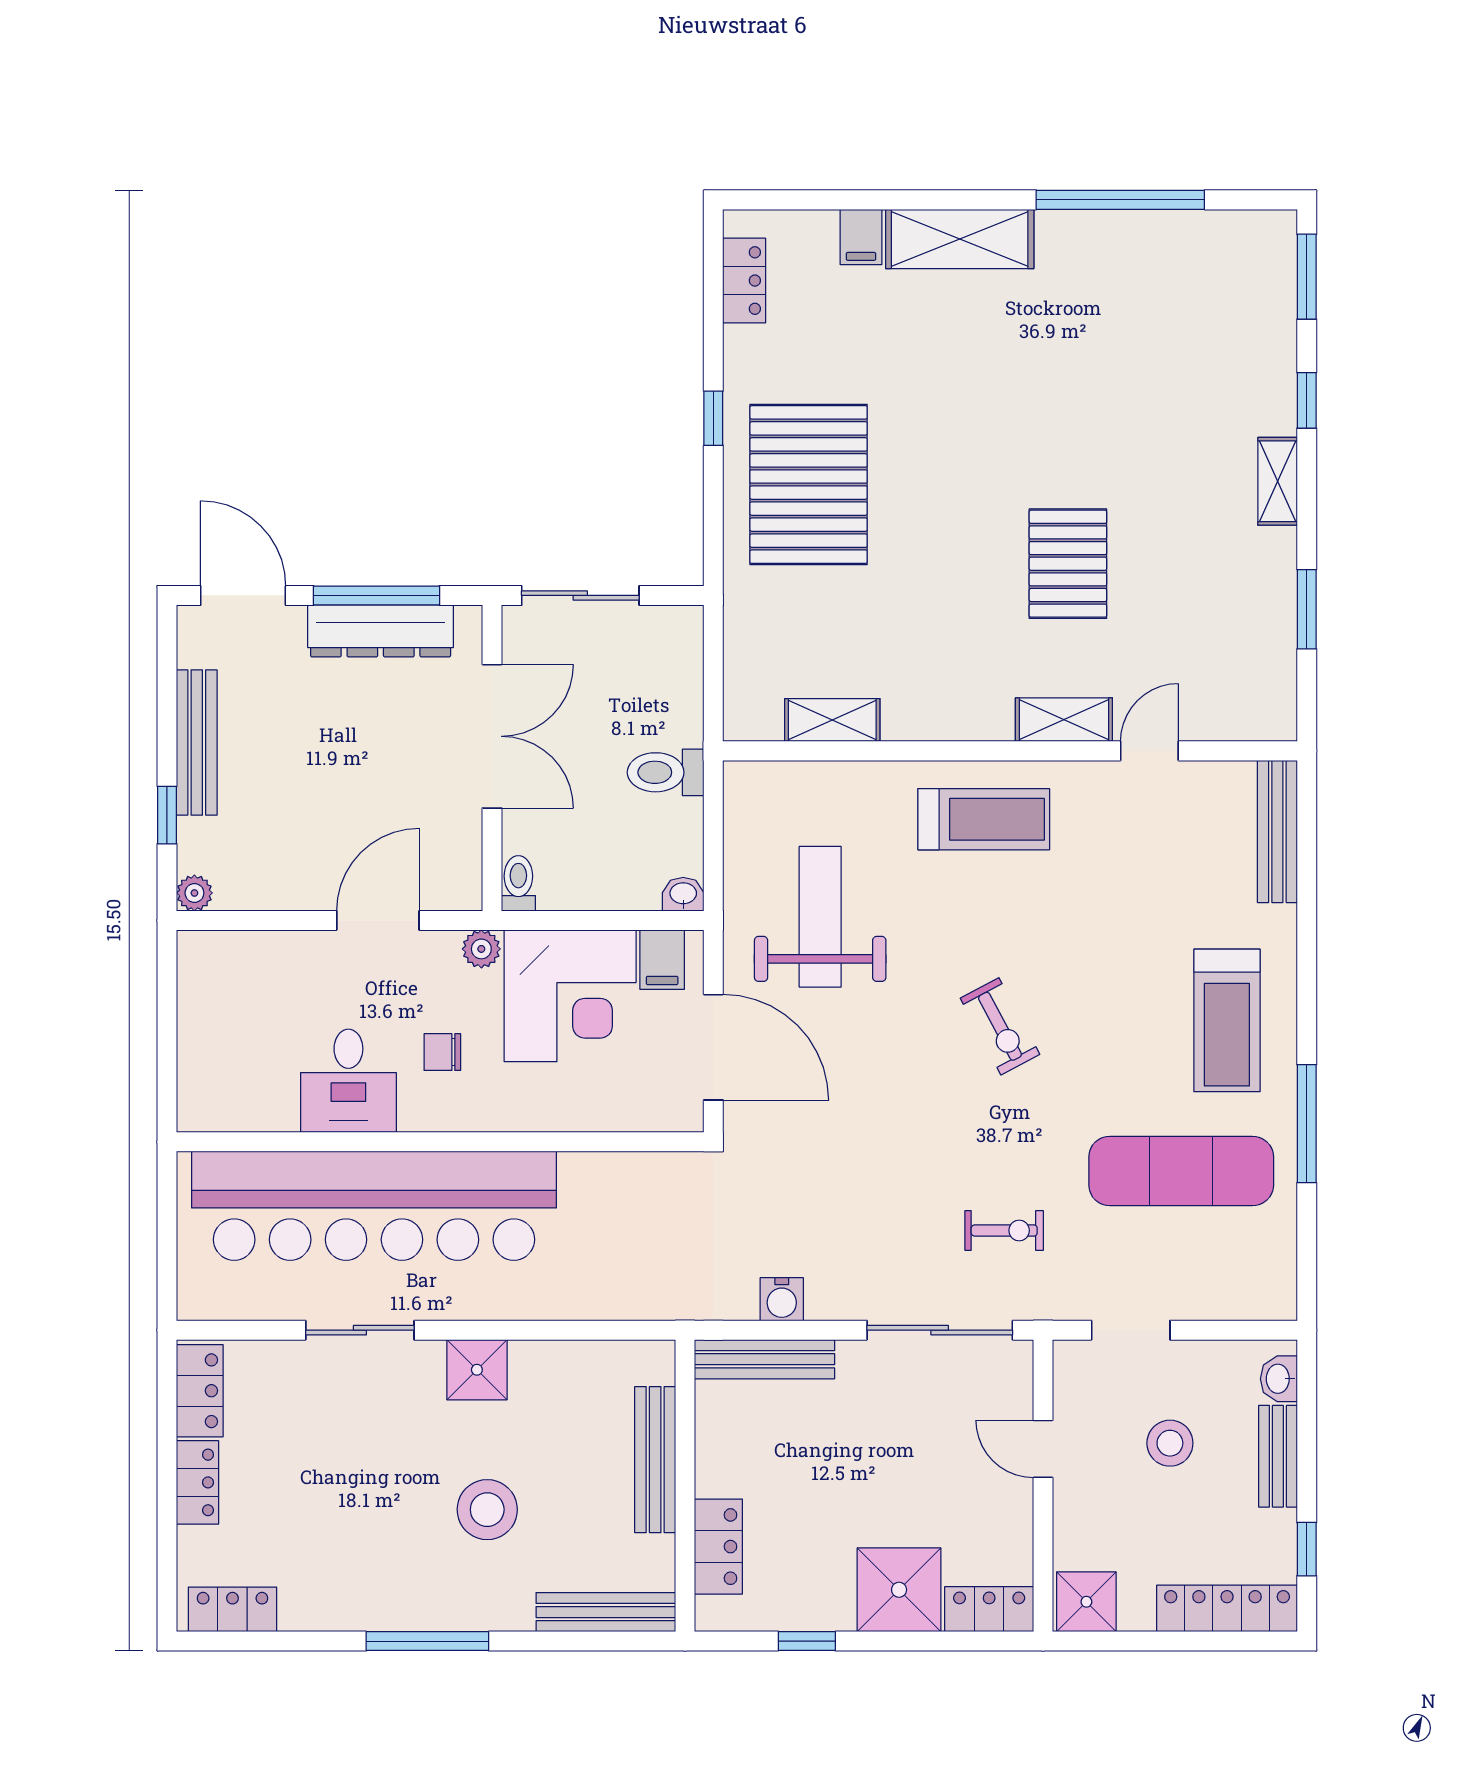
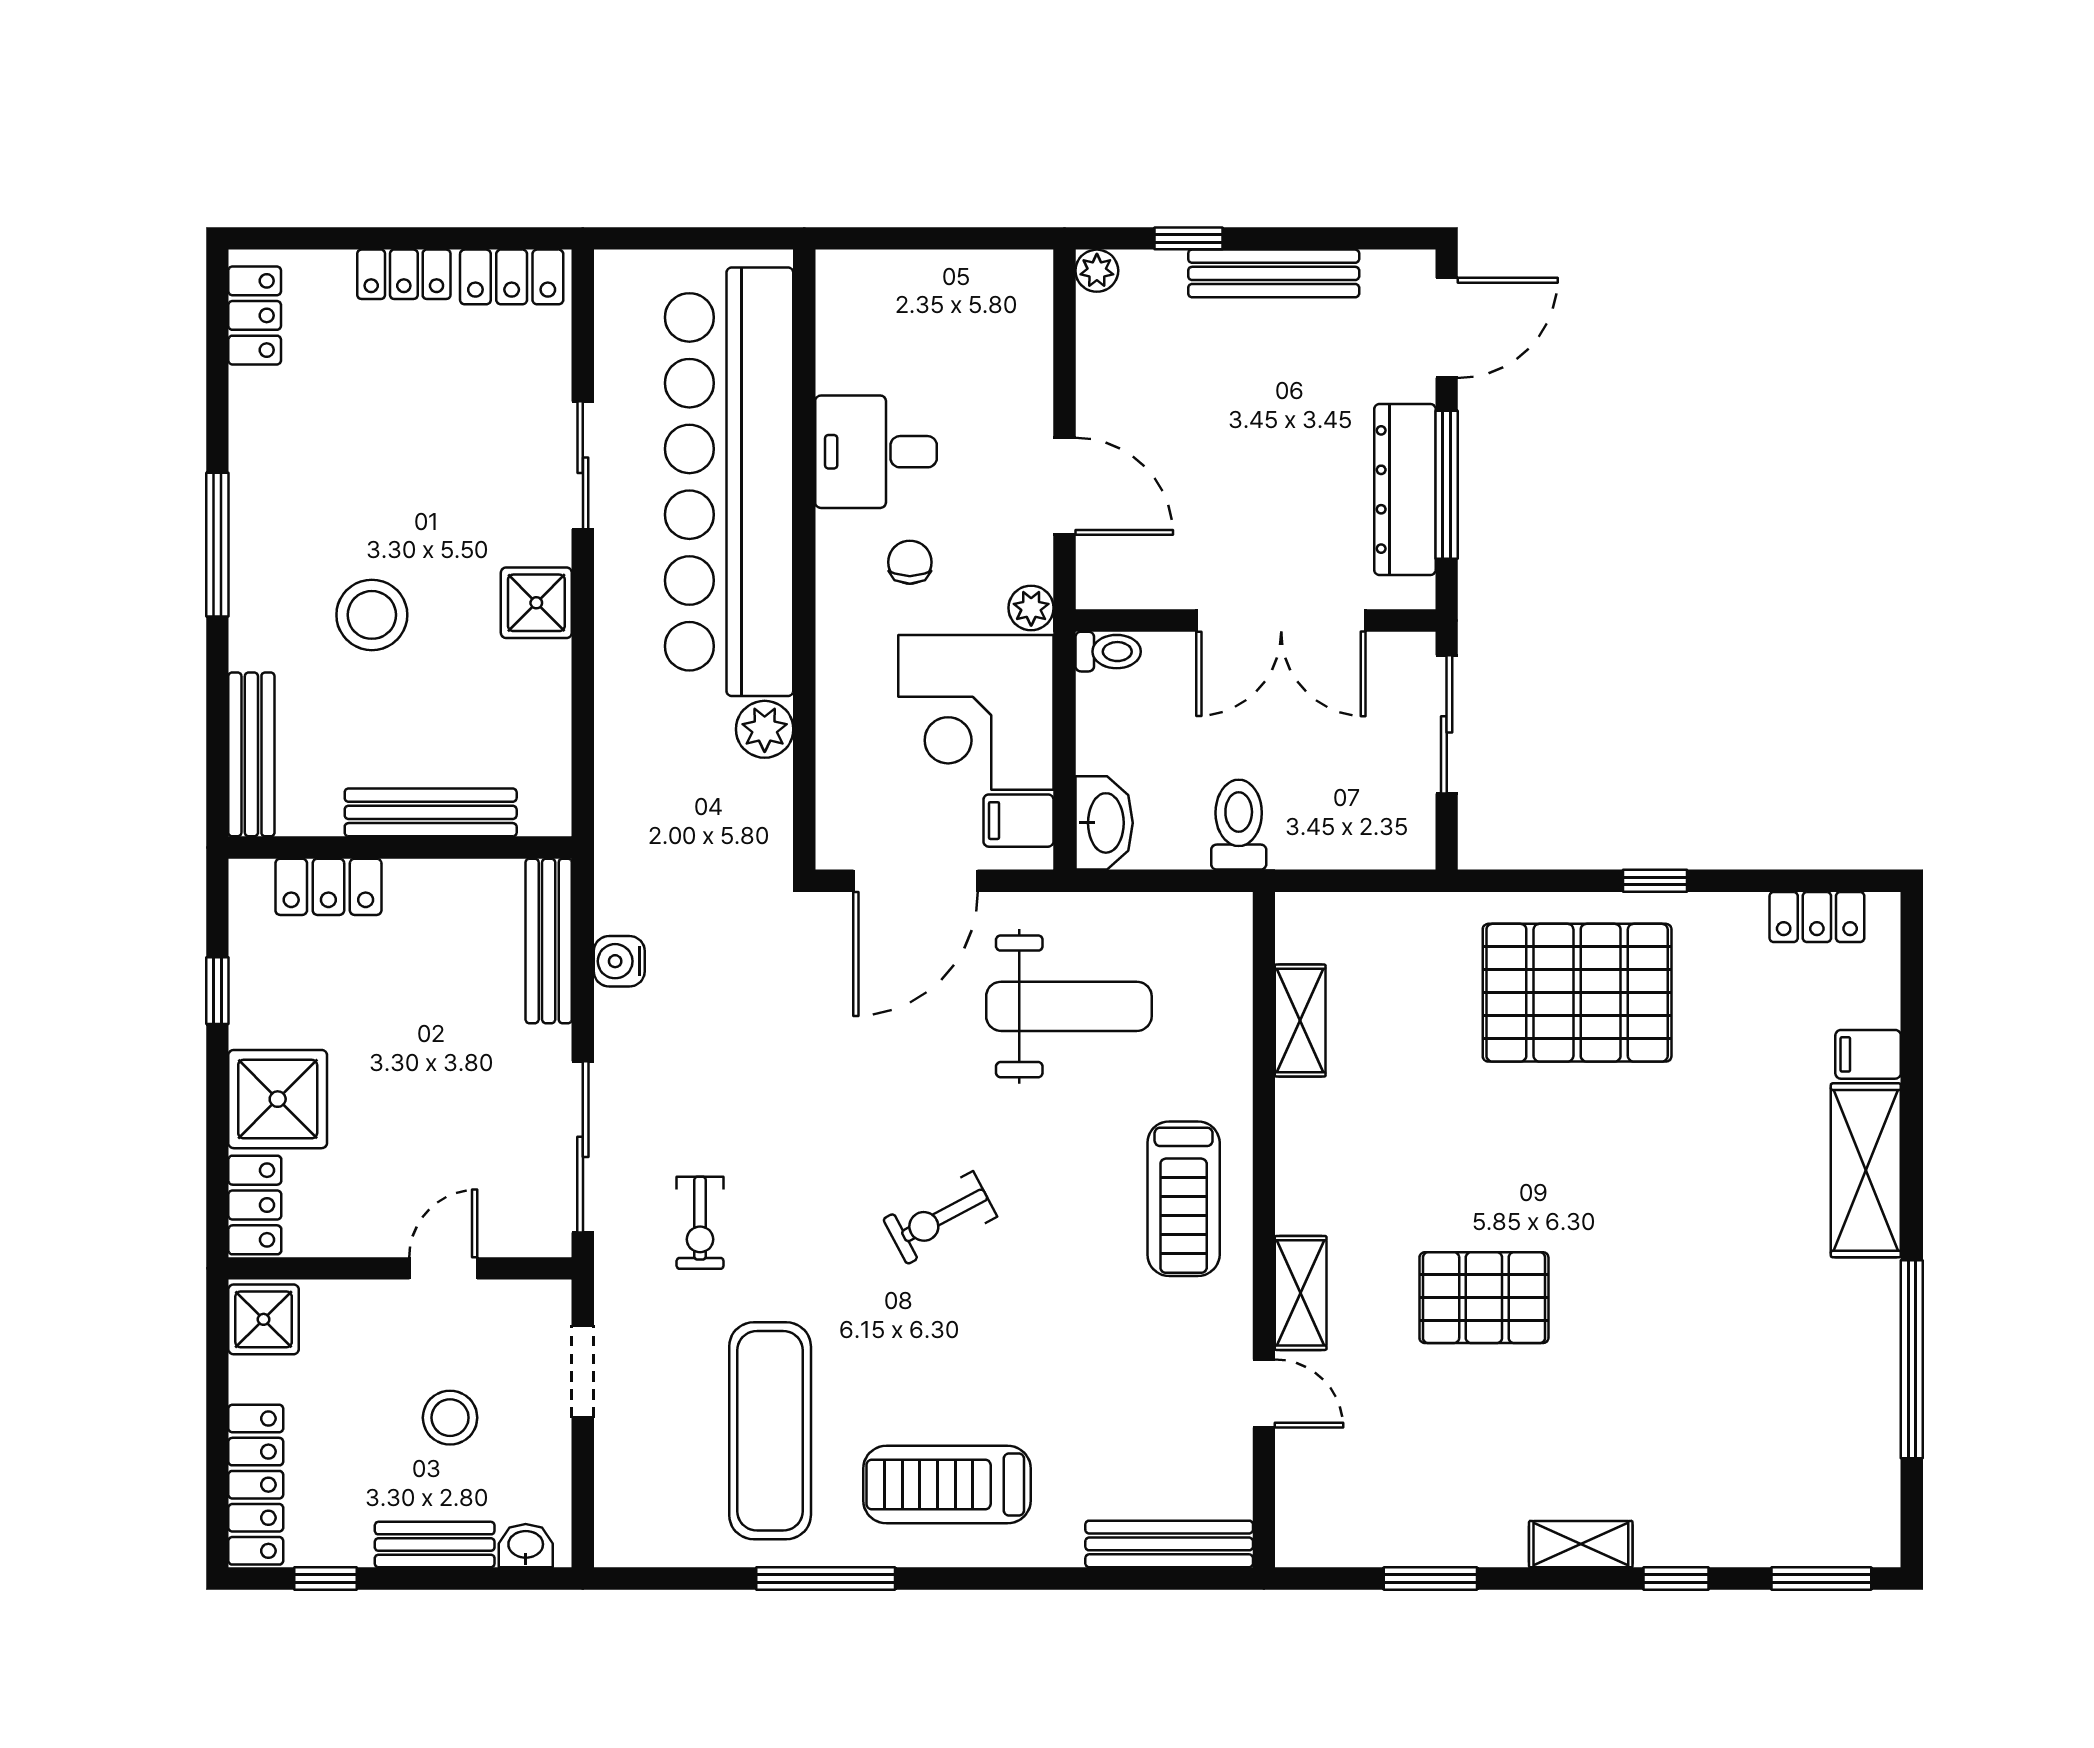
washbasin: (683, 894) -> (1104, 823), width x1.91, depth x1.45
plant: (584, 1176) -> (765, 729), added

